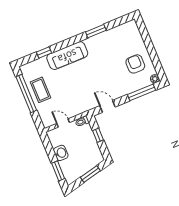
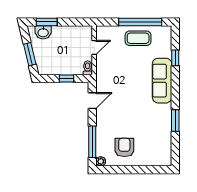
armchair: (135, 64) -> (124, 147), turned -90
washbasin: (61, 153) -> (43, 32), moved

